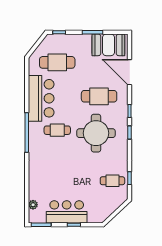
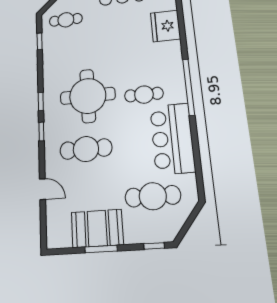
booth: (108, 45) -> (97, 228), moved
door: (130, 72) -> (43, 189), width x0.53
fridge: (38, 179) -> (165, 26), added
cafe table: (112, 181) -> (66, 20), moved

